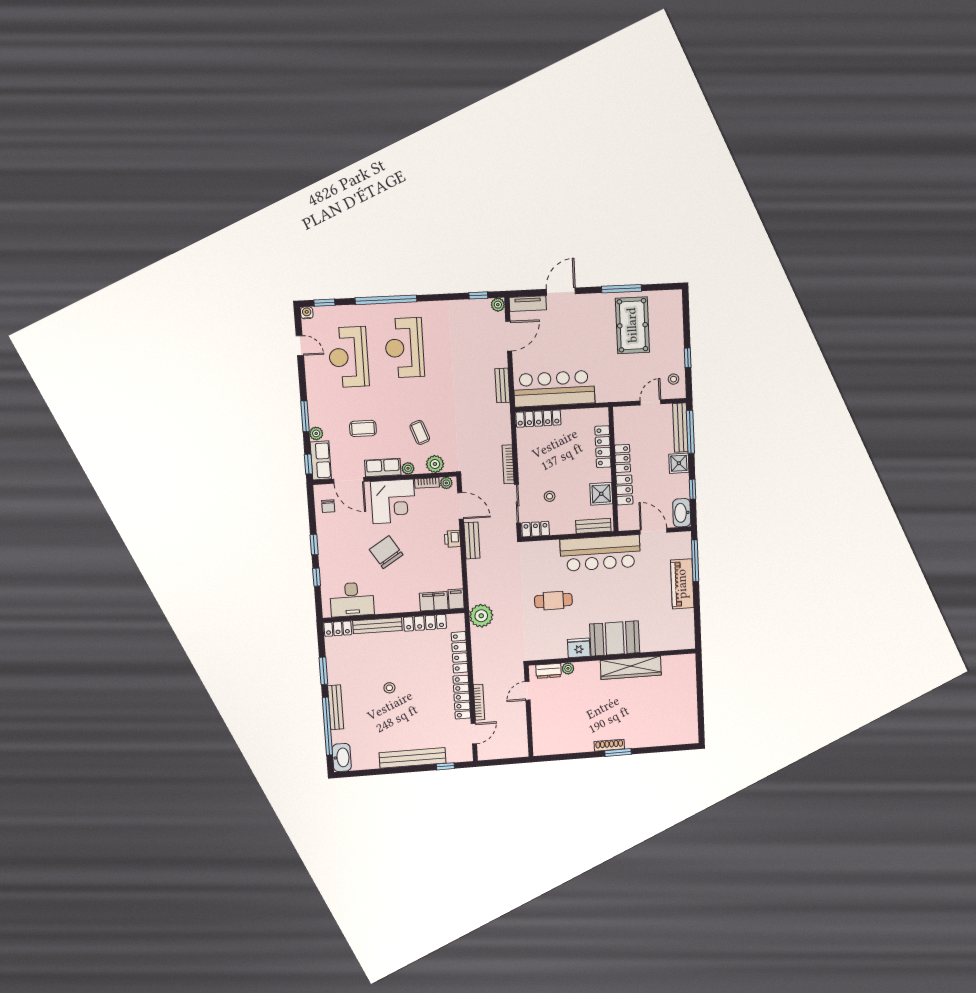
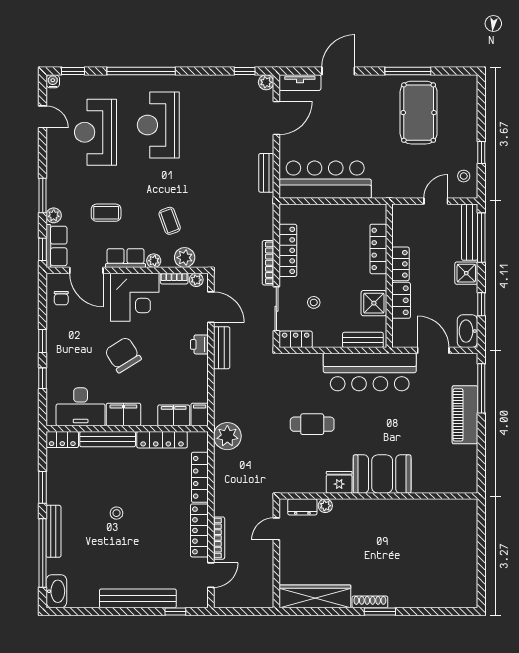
locker: (538, 419) -> (288, 250), moved, turned -90
filing cabinet: (390, 604) -> (123, 415), added
wardrobe: (631, 668) -> (315, 596), moved, turned 180

